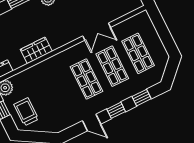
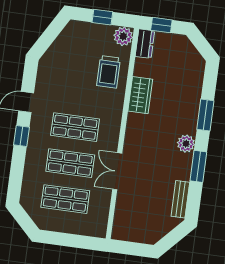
window: (142, 98) -> (17, 171), removed
trolley: (26, 112) -> (109, 72), moved, turned 90

